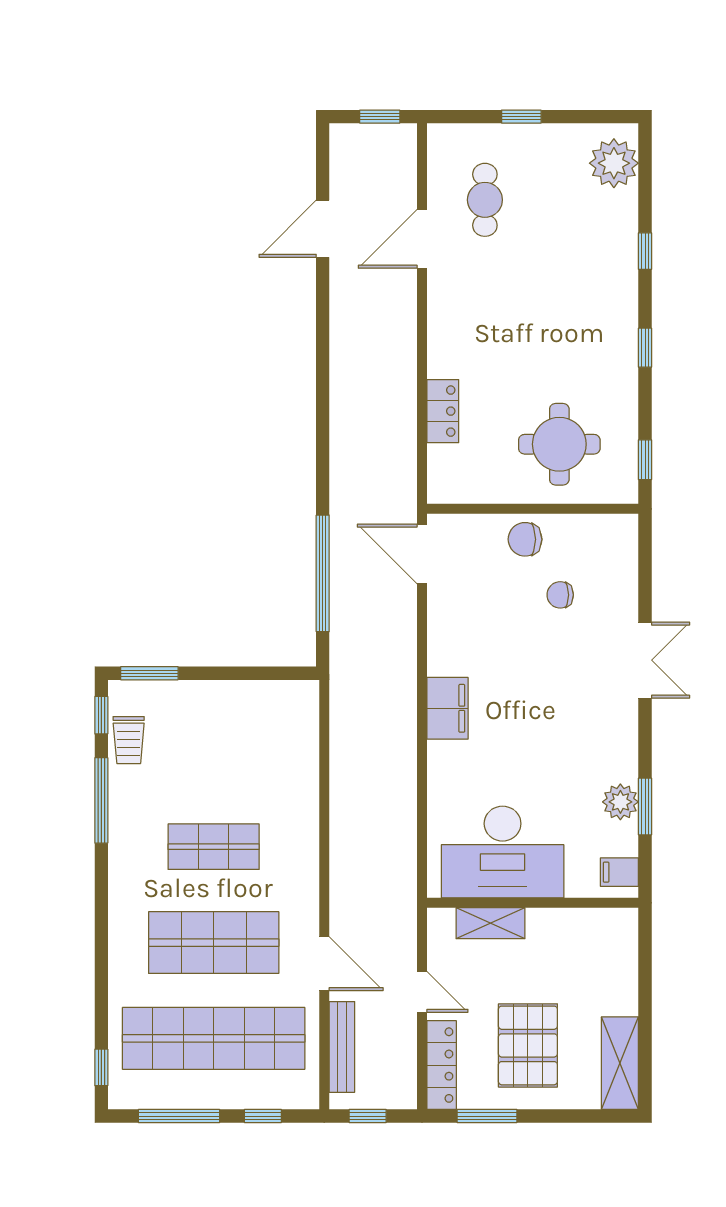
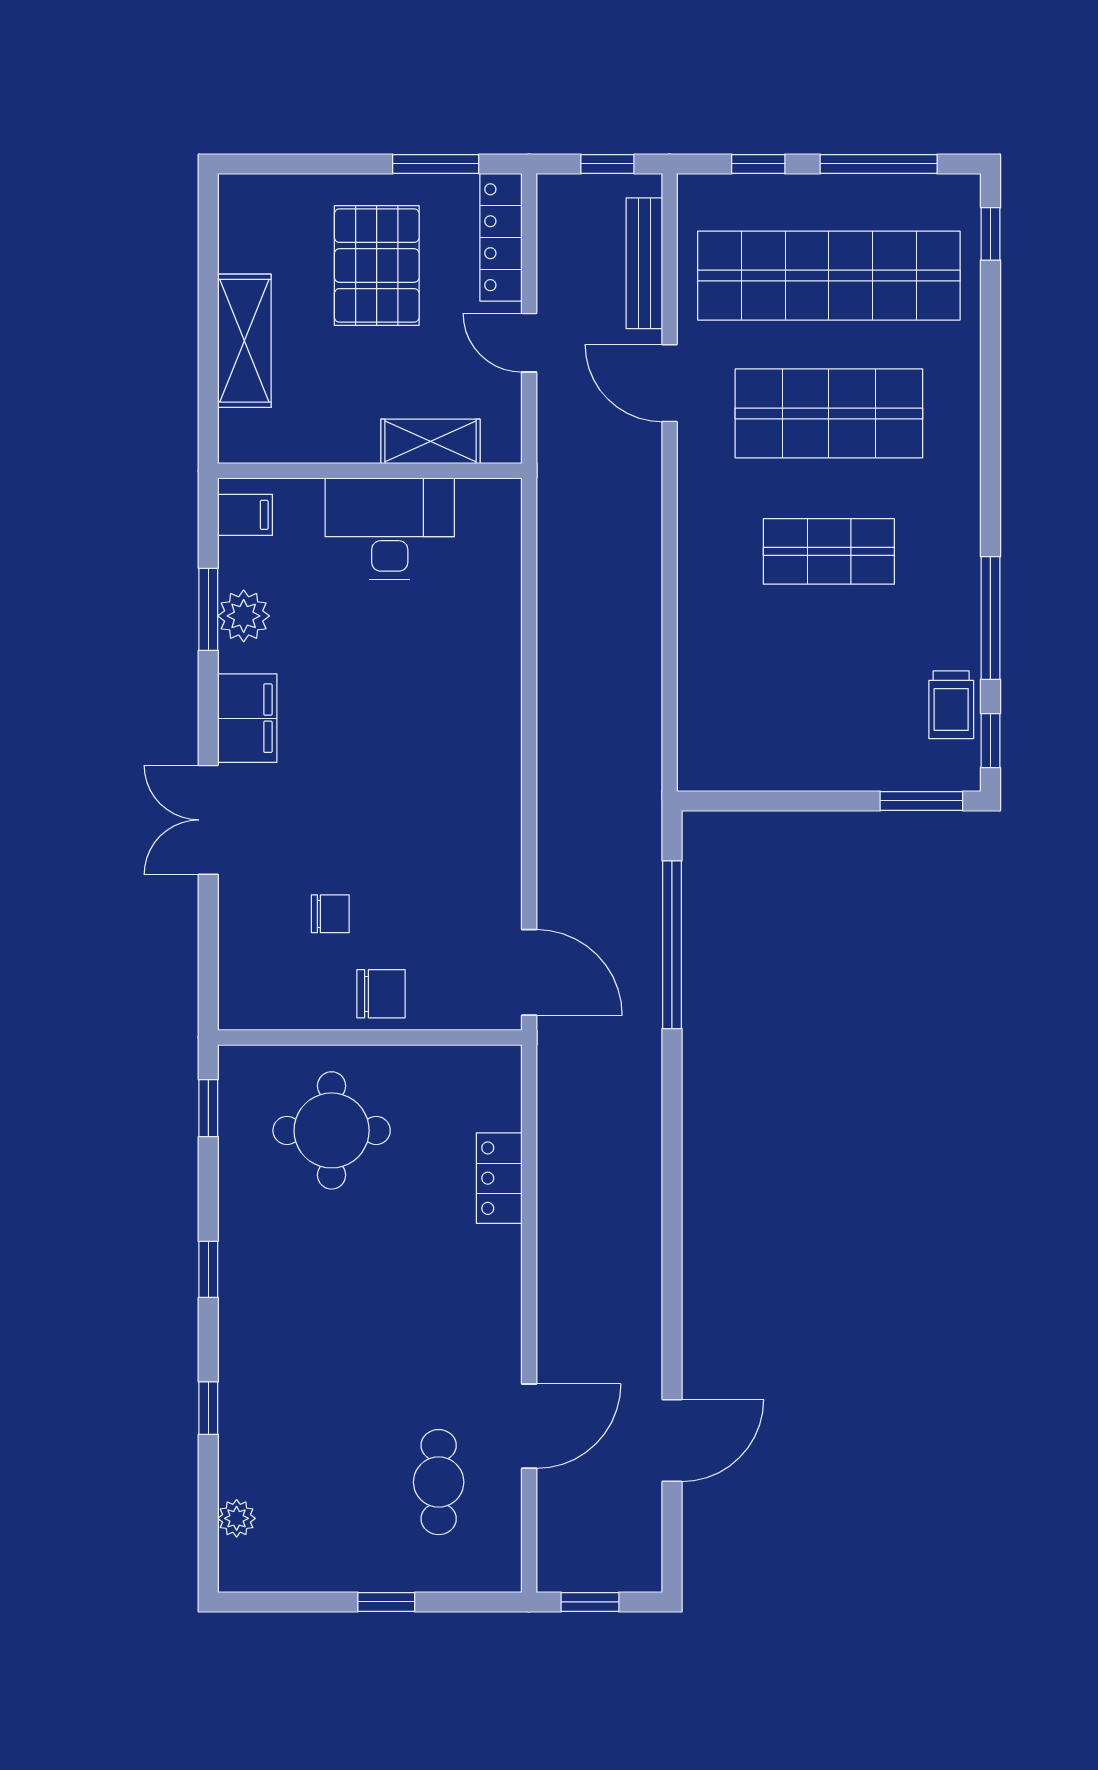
plant: (614, 163) -> (237, 1518), width x0.53, depth x0.53
filing cabinet: (447, 708) -> (247, 718), moved, turned 180
trolley: (129, 740) -> (951, 705), turned 180
desk: (503, 852) -> (390, 529), width x0.73, depth x0.77
shelving: (620, 1063) -> (244, 341), moved

